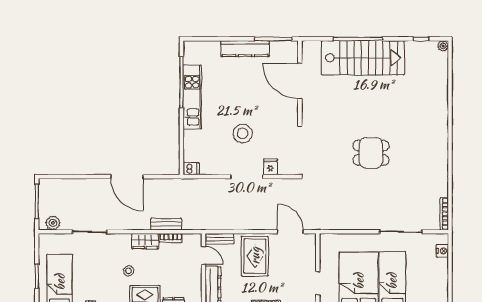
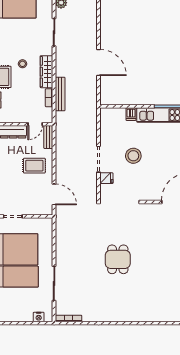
dishwasher: (191, 169) -> (131, 114), moved
door: (127, 177) -> (99, 62), swing flipped
bench: (166, 224) -> (60, 94), width x1.36
door: (290, 232) -> (54, 194), hinge flipped
wardrobe: (145, 241) -> (47, 72), width x1.50
rug: (255, 256) -> (34, 166), width x0.73, depth x0.70

